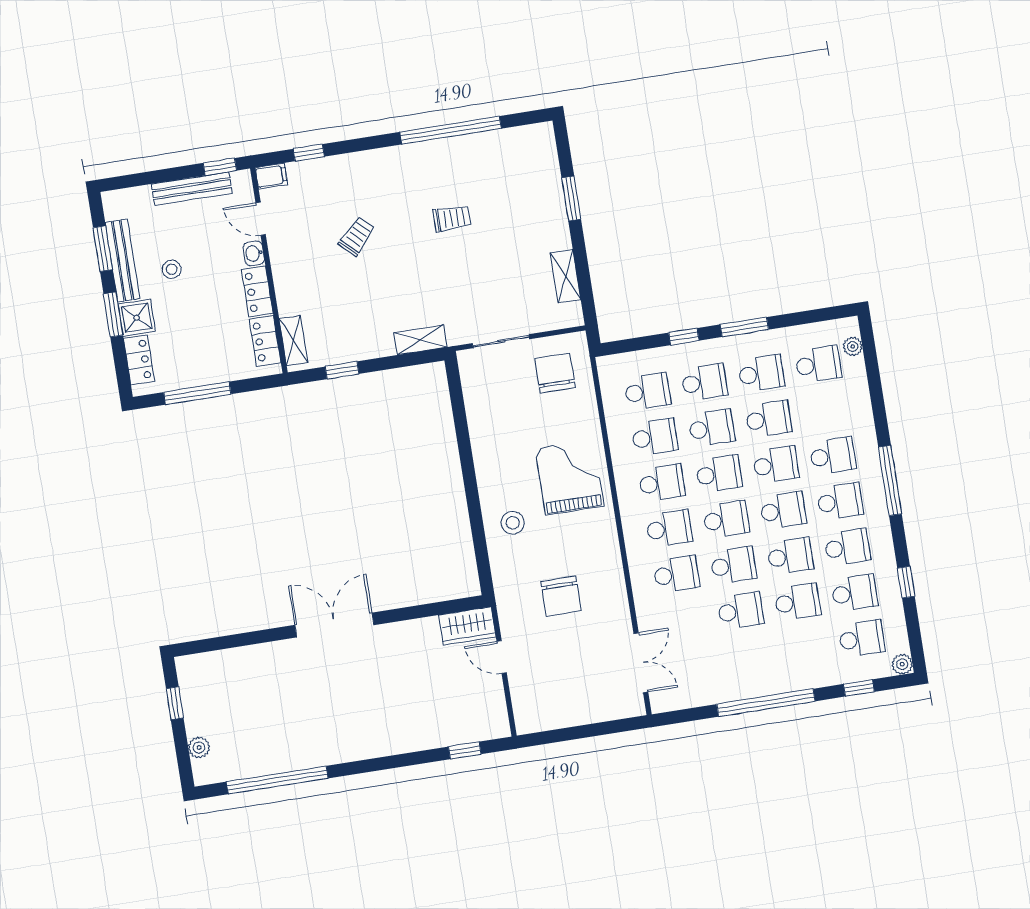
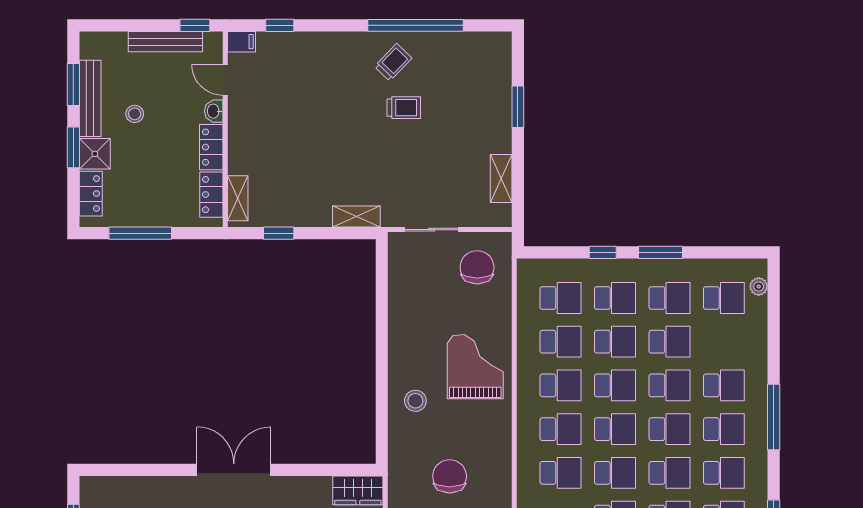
trolley: (357, 236) -> (393, 62), moved
chair: (561, 596) -> (450, 476), turned 180

